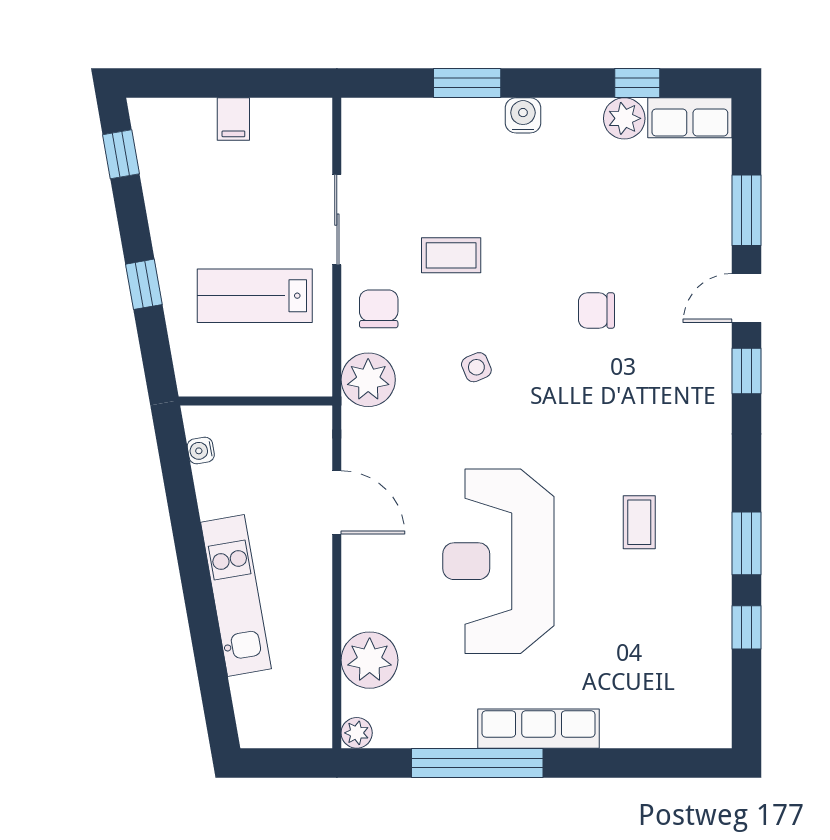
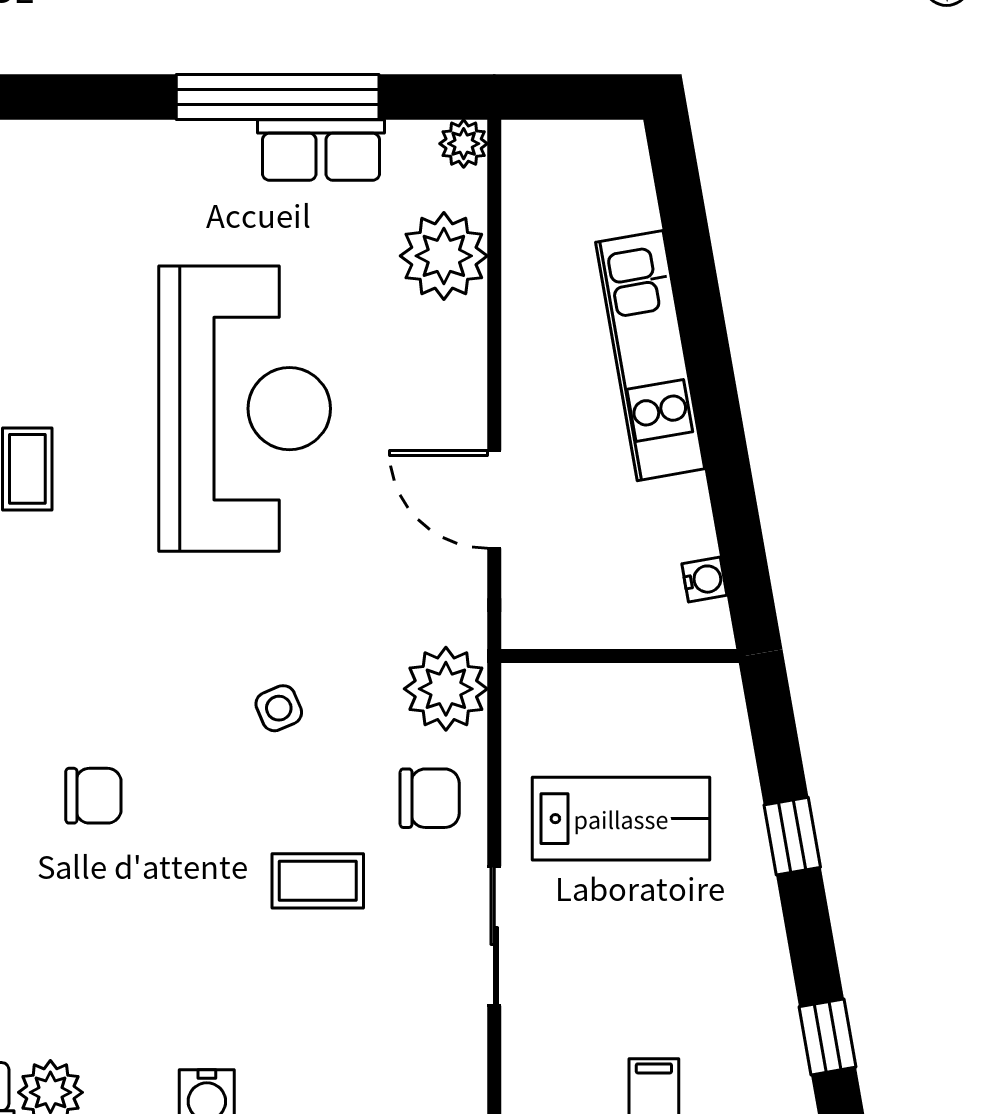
chair: (379, 309) -> (430, 798), turned -90
row of seats: (538, 729) -> (321, 150), moved, width x0.68

